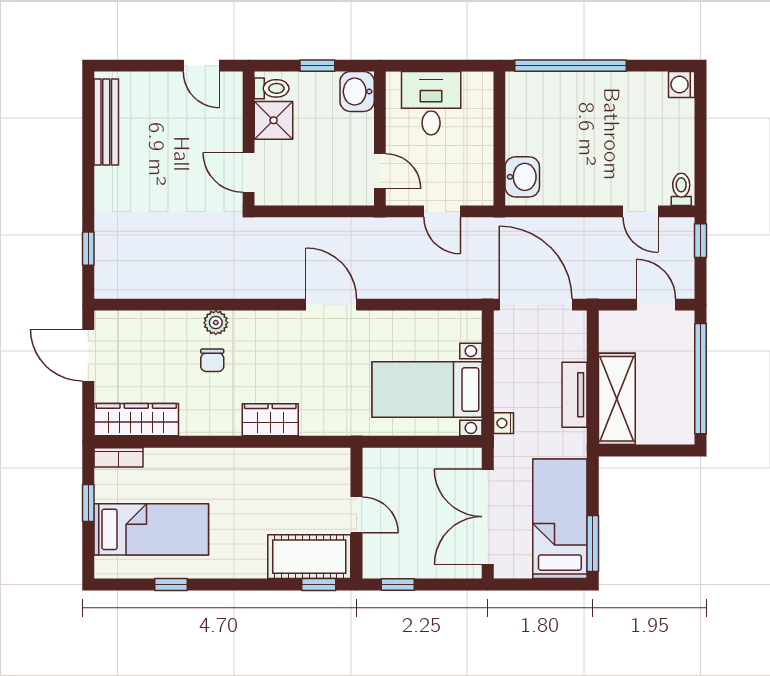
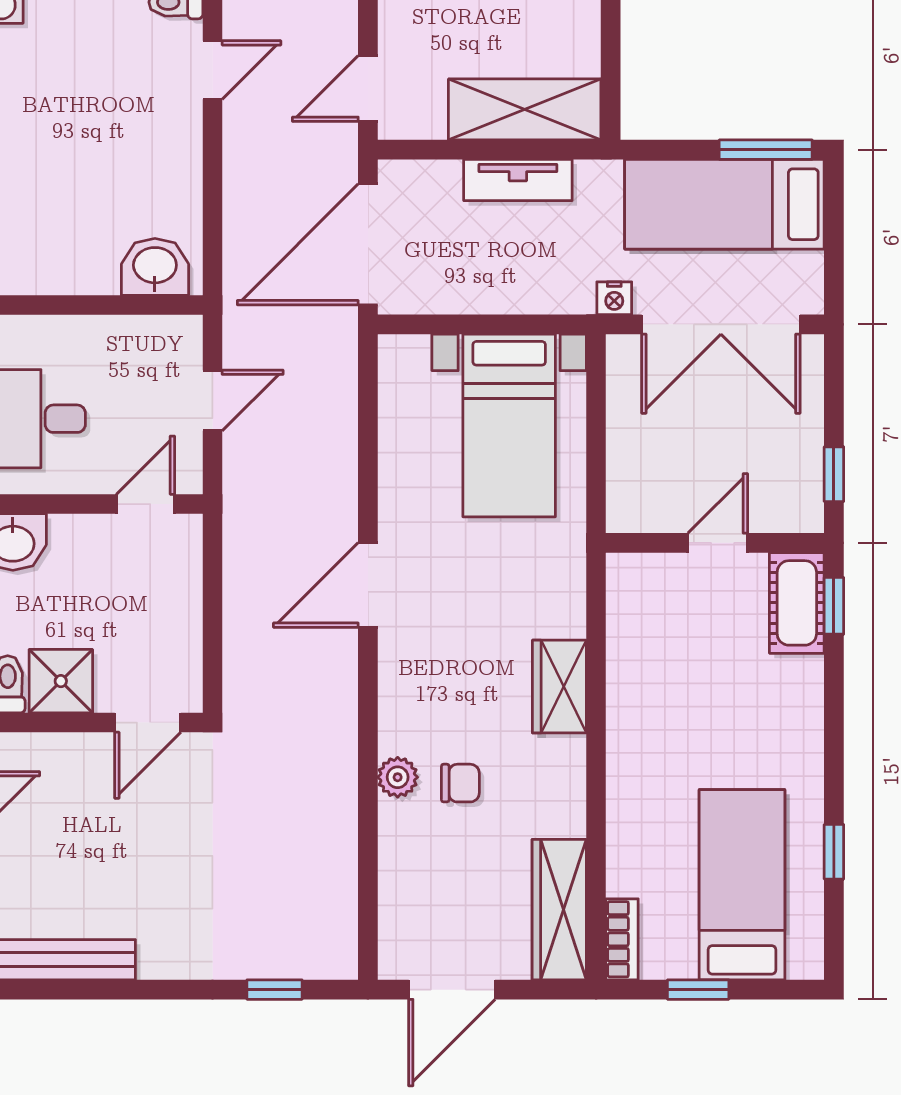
door: (656, 305) -> (368, 89), moved
nightstand: (503, 423) -> (614, 298), moved
cot: (309, 557) -> (797, 603), width x0.73, depth x0.75

